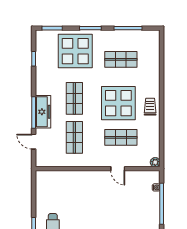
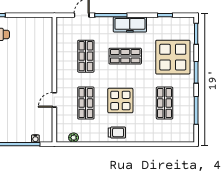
display table: (118, 103) -> (120, 101), width x0.73, depth x0.73
freezer: (43, 112) -> (130, 24), moved
shop shelf: (74, 137) -> (86, 56), turned 90
plant: (155, 162) -> (74, 138), moved

